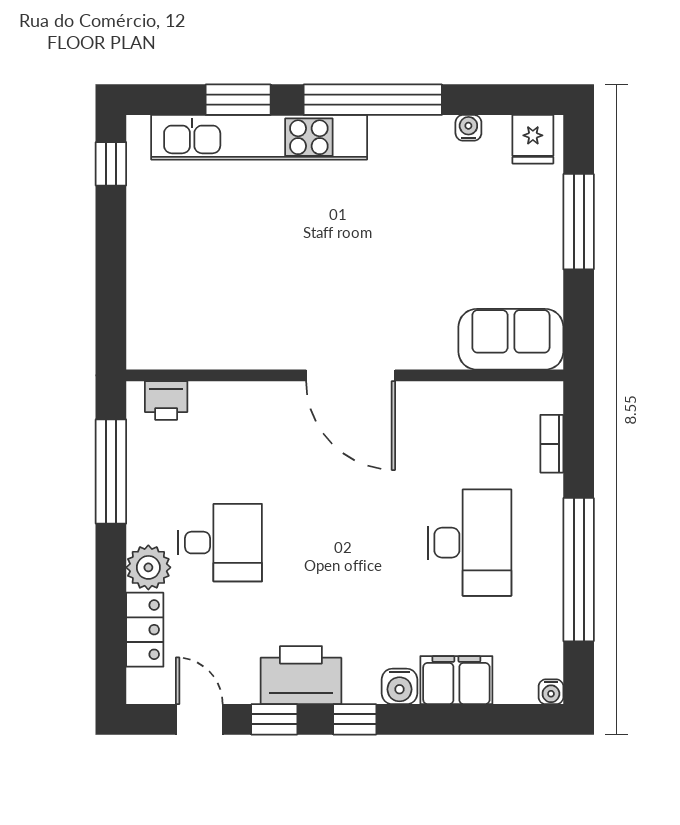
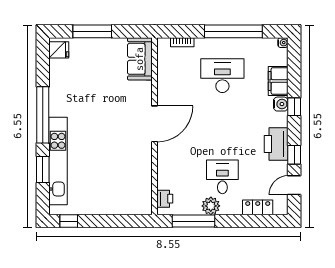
water cooler: (468, 128) -> (54, 76), removed
plant: (148, 567) -> (211, 206), moved
window: (355, 719) -> (294, 107), moved

